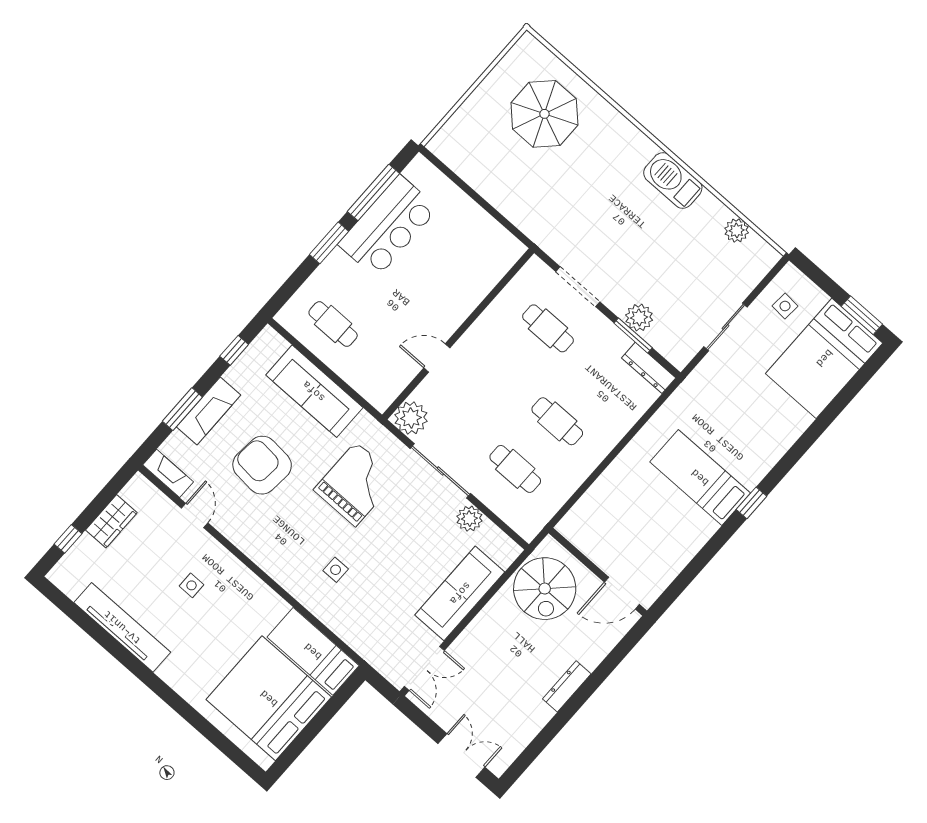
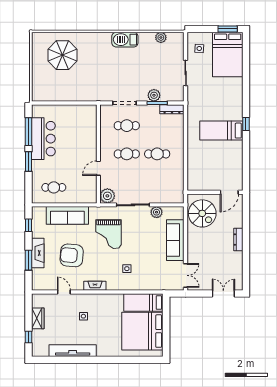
cafe table: (515, 469) -> (127, 154), moved
fireplace: (168, 473) -> (95, 286), moved
grand piano: (356, 484) -> (108, 234), turned 180

